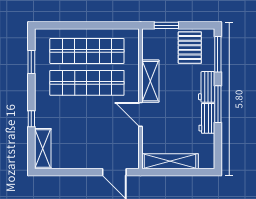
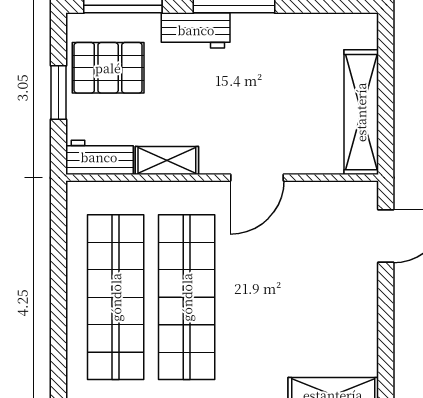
window: (166, 25) -> (59, 93), moved
shelving: (150, 81) -> (167, 161), width x0.67, depth x0.75
workbench: (207, 118) -> (99, 157), moved, turned 180

